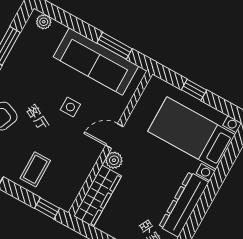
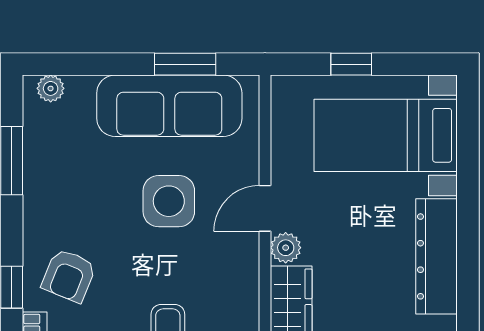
side table: (70, 107) -> (169, 201), width x1.87, depth x1.87

